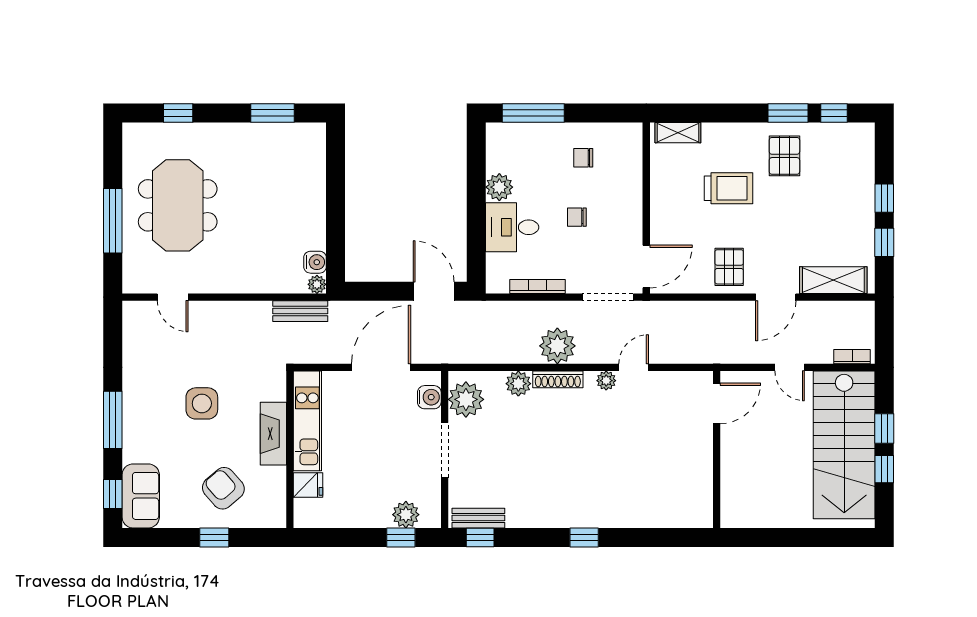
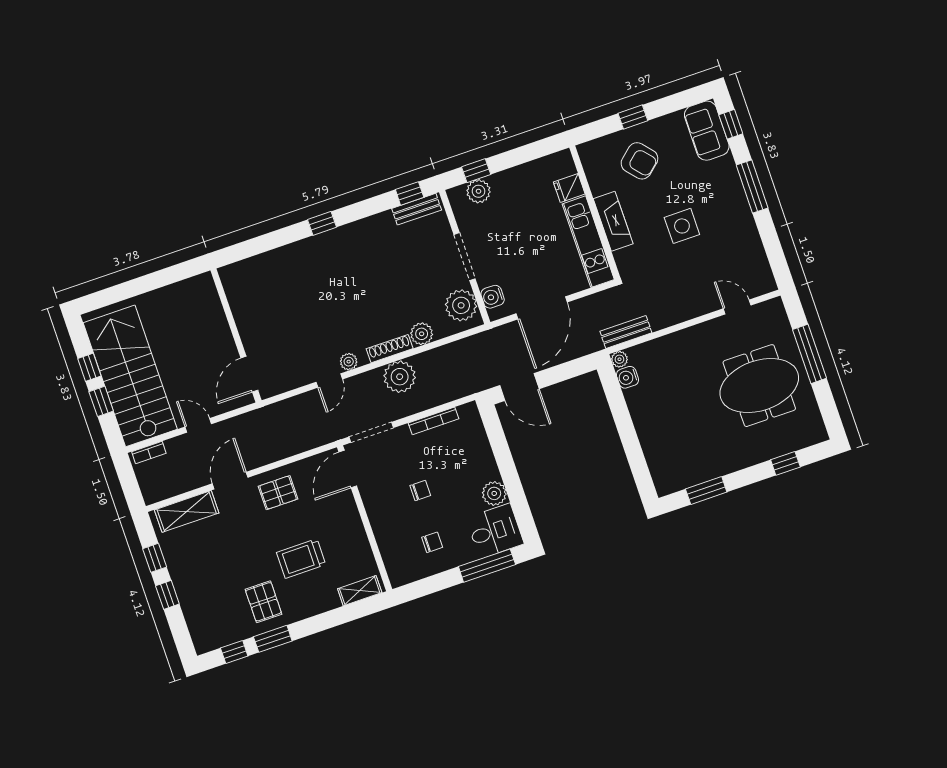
meeting table: (178, 205) -> (759, 386), turned 90
desk: (512, 227) -> (495, 531), moved
pallet: (729, 267) -> (278, 493), turned 90

